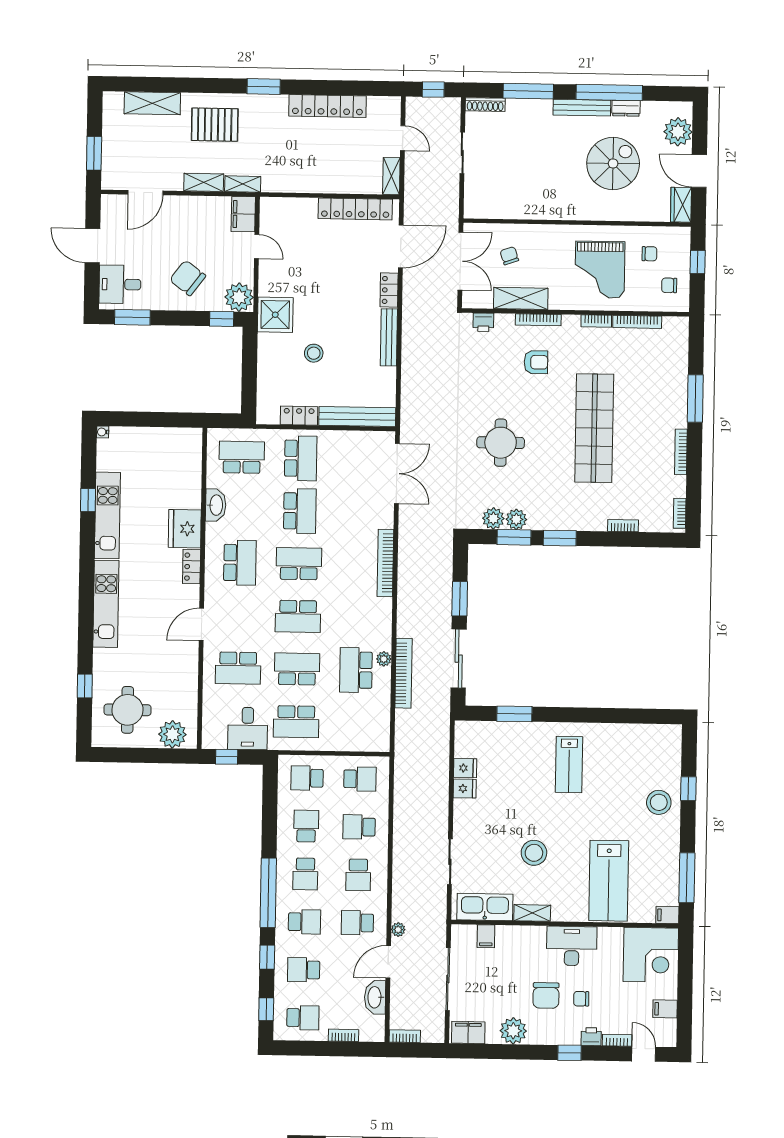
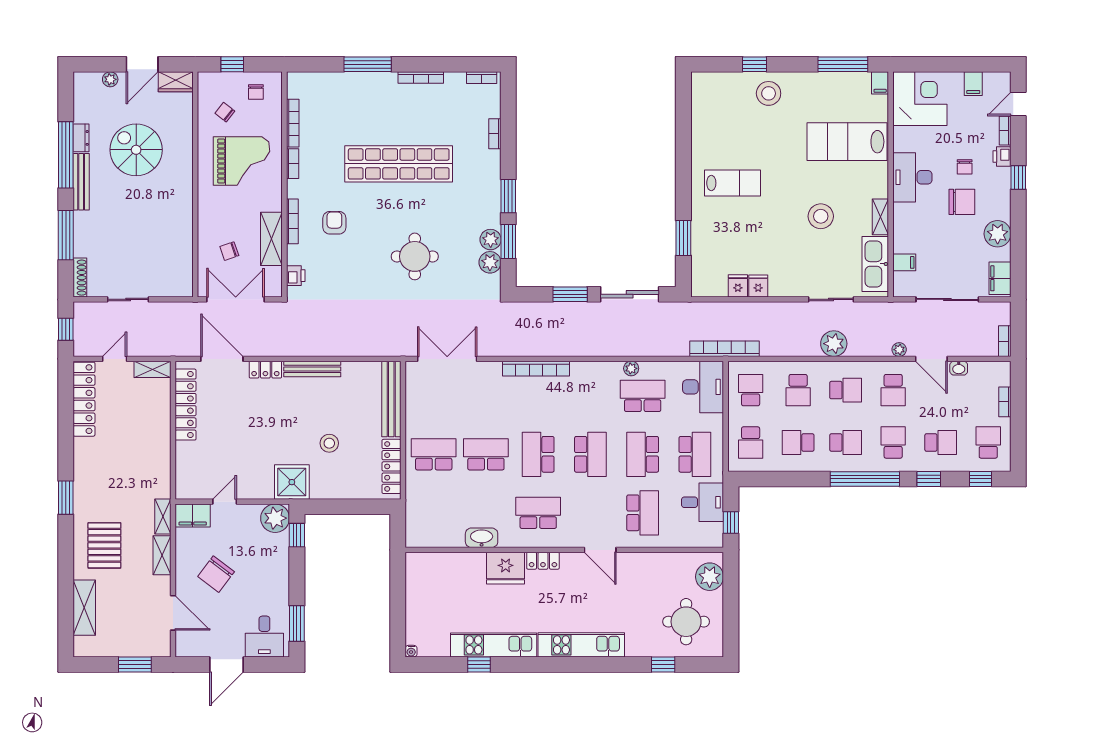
locker: (327, 106) -> (84, 399), moved
plant: (678, 132) -> (110, 79), width x0.53, depth x0.53
chair: (649, 254) -> (225, 112), turned -52
chair: (188, 278) -> (216, 574), moved
locker: (299, 416) -> (391, 466), width x1.53
school desk: (242, 457) -> (434, 513), removed
school desk: (356, 670) -> (643, 396), turned 180
bookcase: (403, 673) -> (725, 349), moved
desk: (364, 731) -> (703, 387), added
plant: (405, 864) -> (834, 344), added
lab bench: (609, 881) -> (847, 142), turned 180
school desk: (304, 970) -> (941, 443), turned -90
washbasin: (375, 997) -> (959, 368), width x0.52, depth x0.69

